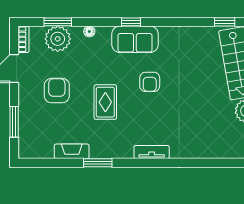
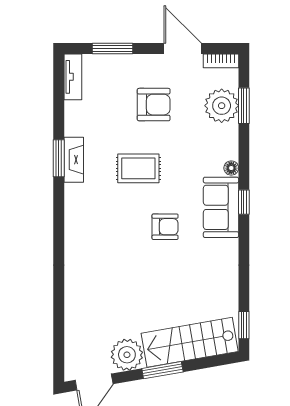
floor lamp: (89, 31) -> (231, 168), moved
armchair: (150, 82) -> (165, 227), turned 180
fireplace: (72, 151) -> (74, 160), moved
tv unit: (152, 152) -> (73, 77), moved

